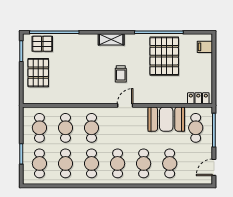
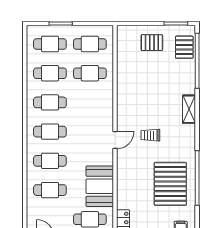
shelving: (111, 39) -> (189, 109), moved
pallet: (164, 56) -> (170, 184), turned 90
pallet: (38, 73) -> (152, 43), width x0.67, depth x0.71
door: (125, 105) -> (115, 140), hinge flipped
cafe table: (92, 128) -> (90, 102), removed

